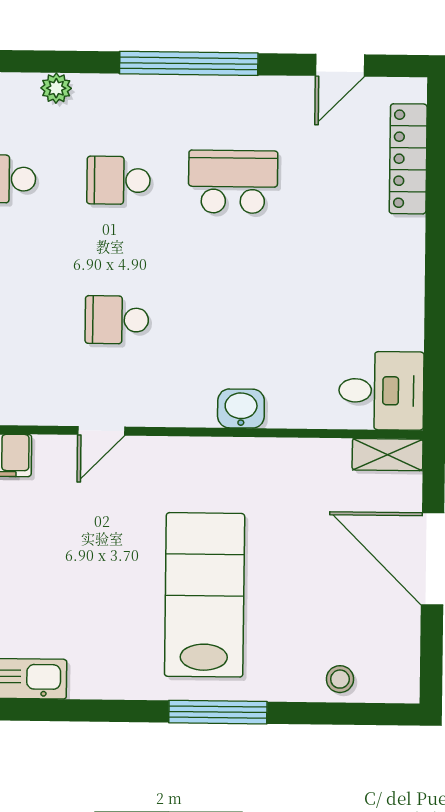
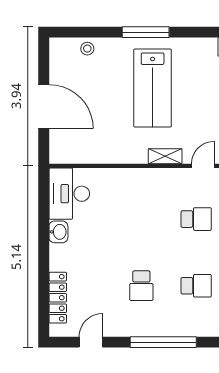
school desk: (233, 182) -> (141, 286), width x0.54
desk: (381, 391) -> (69, 194), width x1.37
washbasin: (241, 409) -> (58, 232), moved, turned -90
shelving: (388, 455) -> (165, 156), moved

